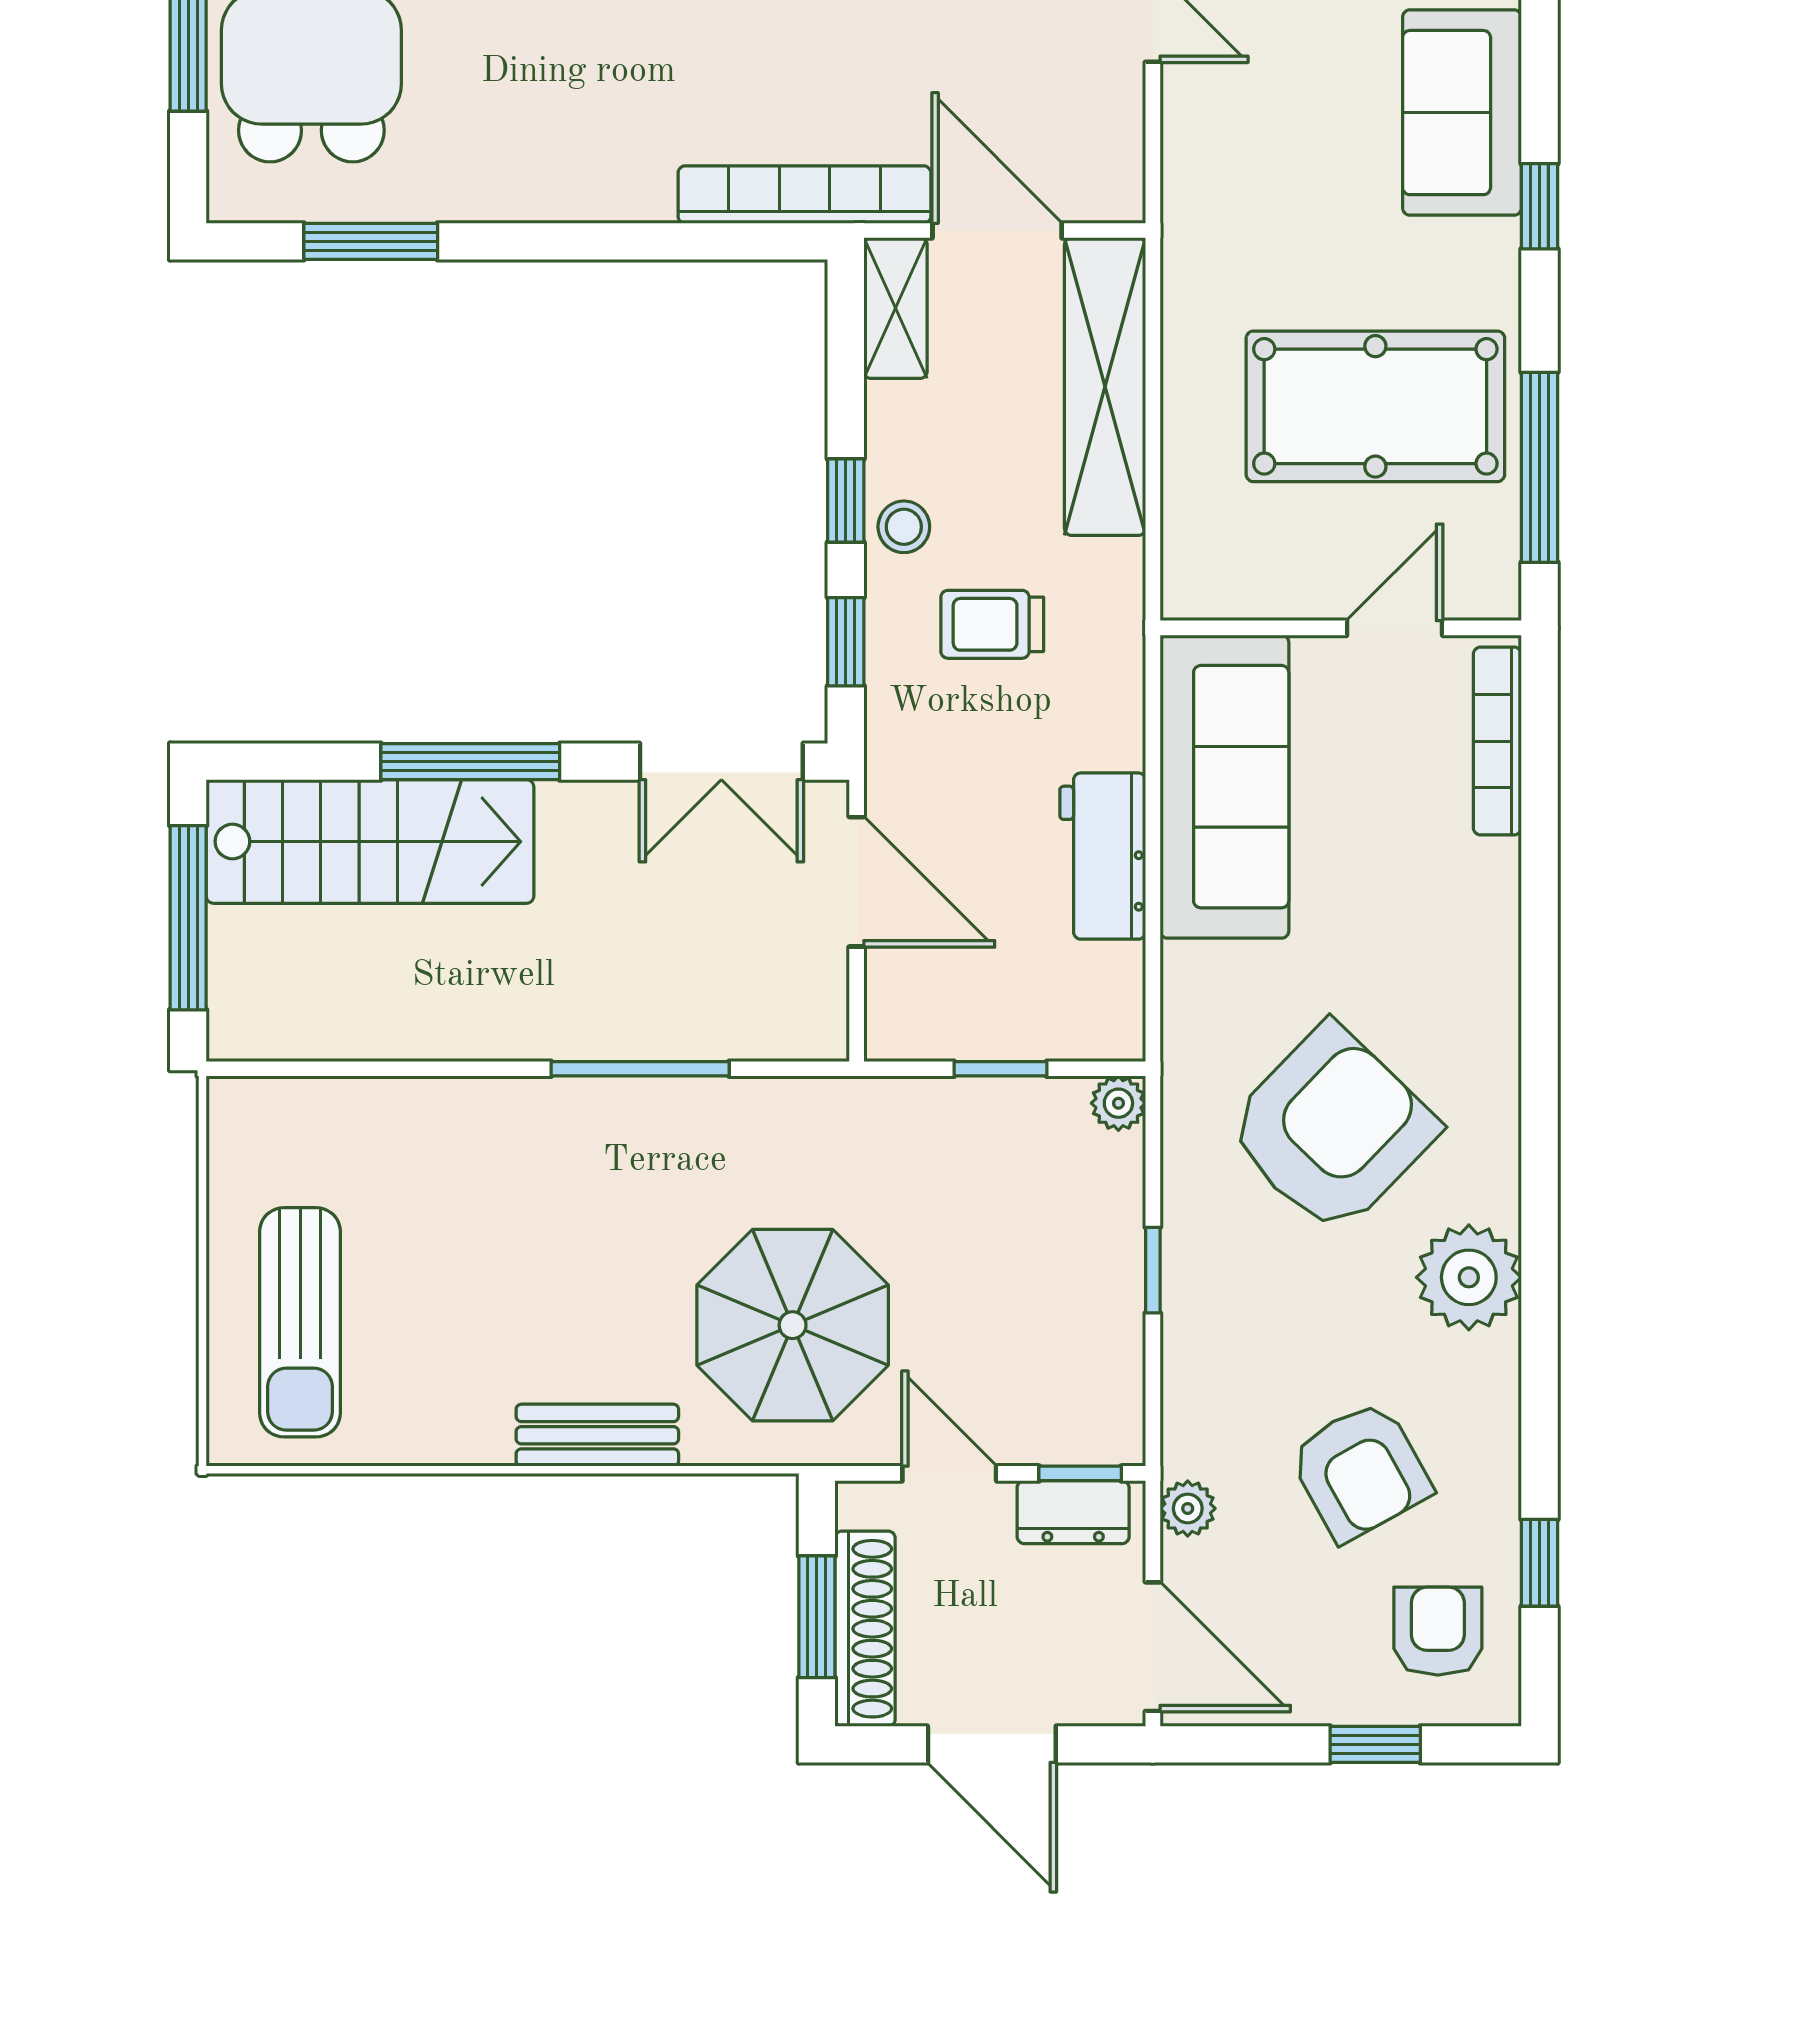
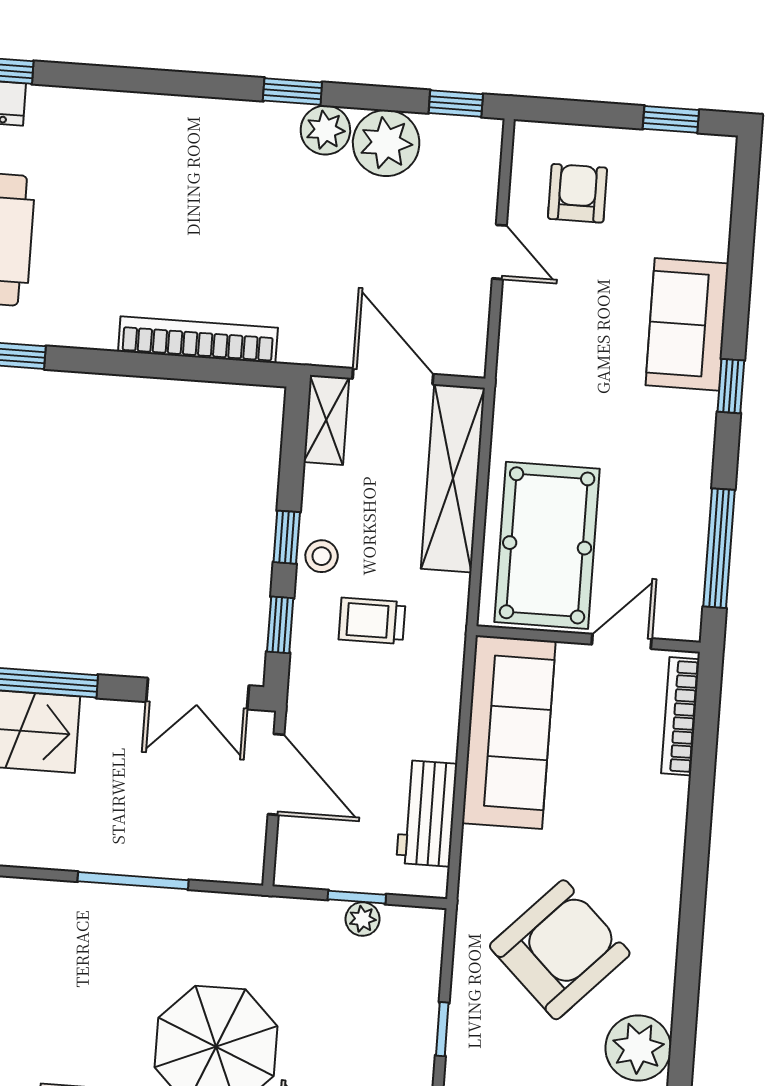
bookcase: (804, 195) -> (198, 340), moved
pool table: (1375, 406) -> (547, 545), moved, turned 90
workbench: (1103, 856) -> (427, 813), moved
plant: (1118, 1103) -> (362, 919), moved

